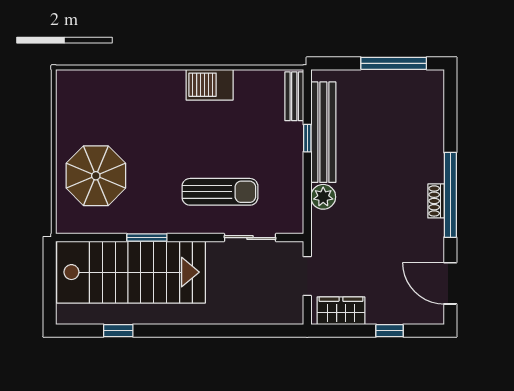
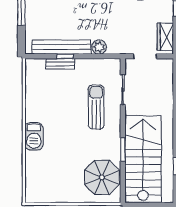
barbecue: (210, 85) -> (34, 136), moved
bench: (294, 96) -> (60, 64), moved
parasol: (96, 176) -> (102, 177), moved

